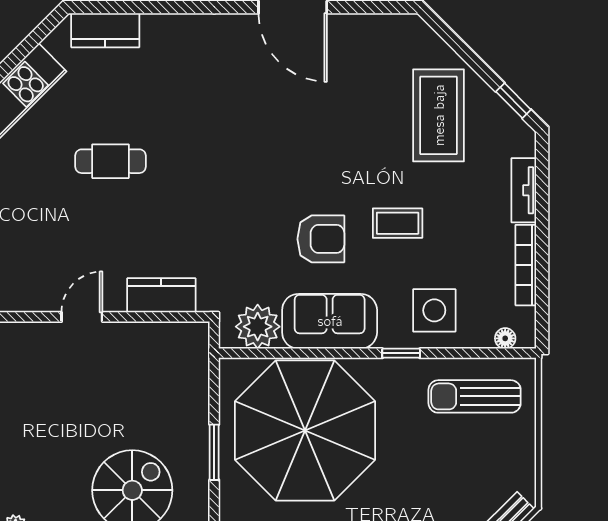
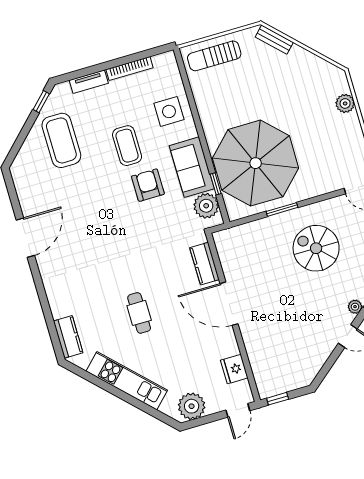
coffee table: (439, 115) -> (61, 140), turned 90
coffee table: (398, 223) -> (127, 146), width x1.36, depth x1.30
door: (82, 317) -> (229, 304), width x1.87
floor lamp: (505, 338) -> (173, 68), removed
window: (401, 353) -> (216, 184), moved
sun lounger: (475, 396) -> (214, 56), moved, turned 90

